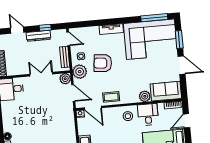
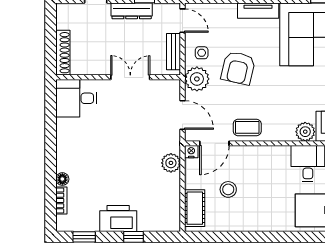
armchair: (103, 63) -> (238, 68), turned -83
plant: (65, 79) -> (171, 163), moved
door: (93, 108) -> (214, 143), hinge flipped
stool: (128, 116) -> (228, 189), moved

